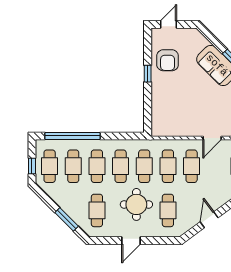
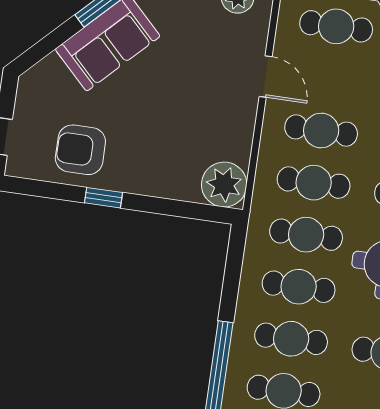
armchair: (168, 60) -> (80, 150), turned 180
plant: (161, 126) -> (224, 185), added

